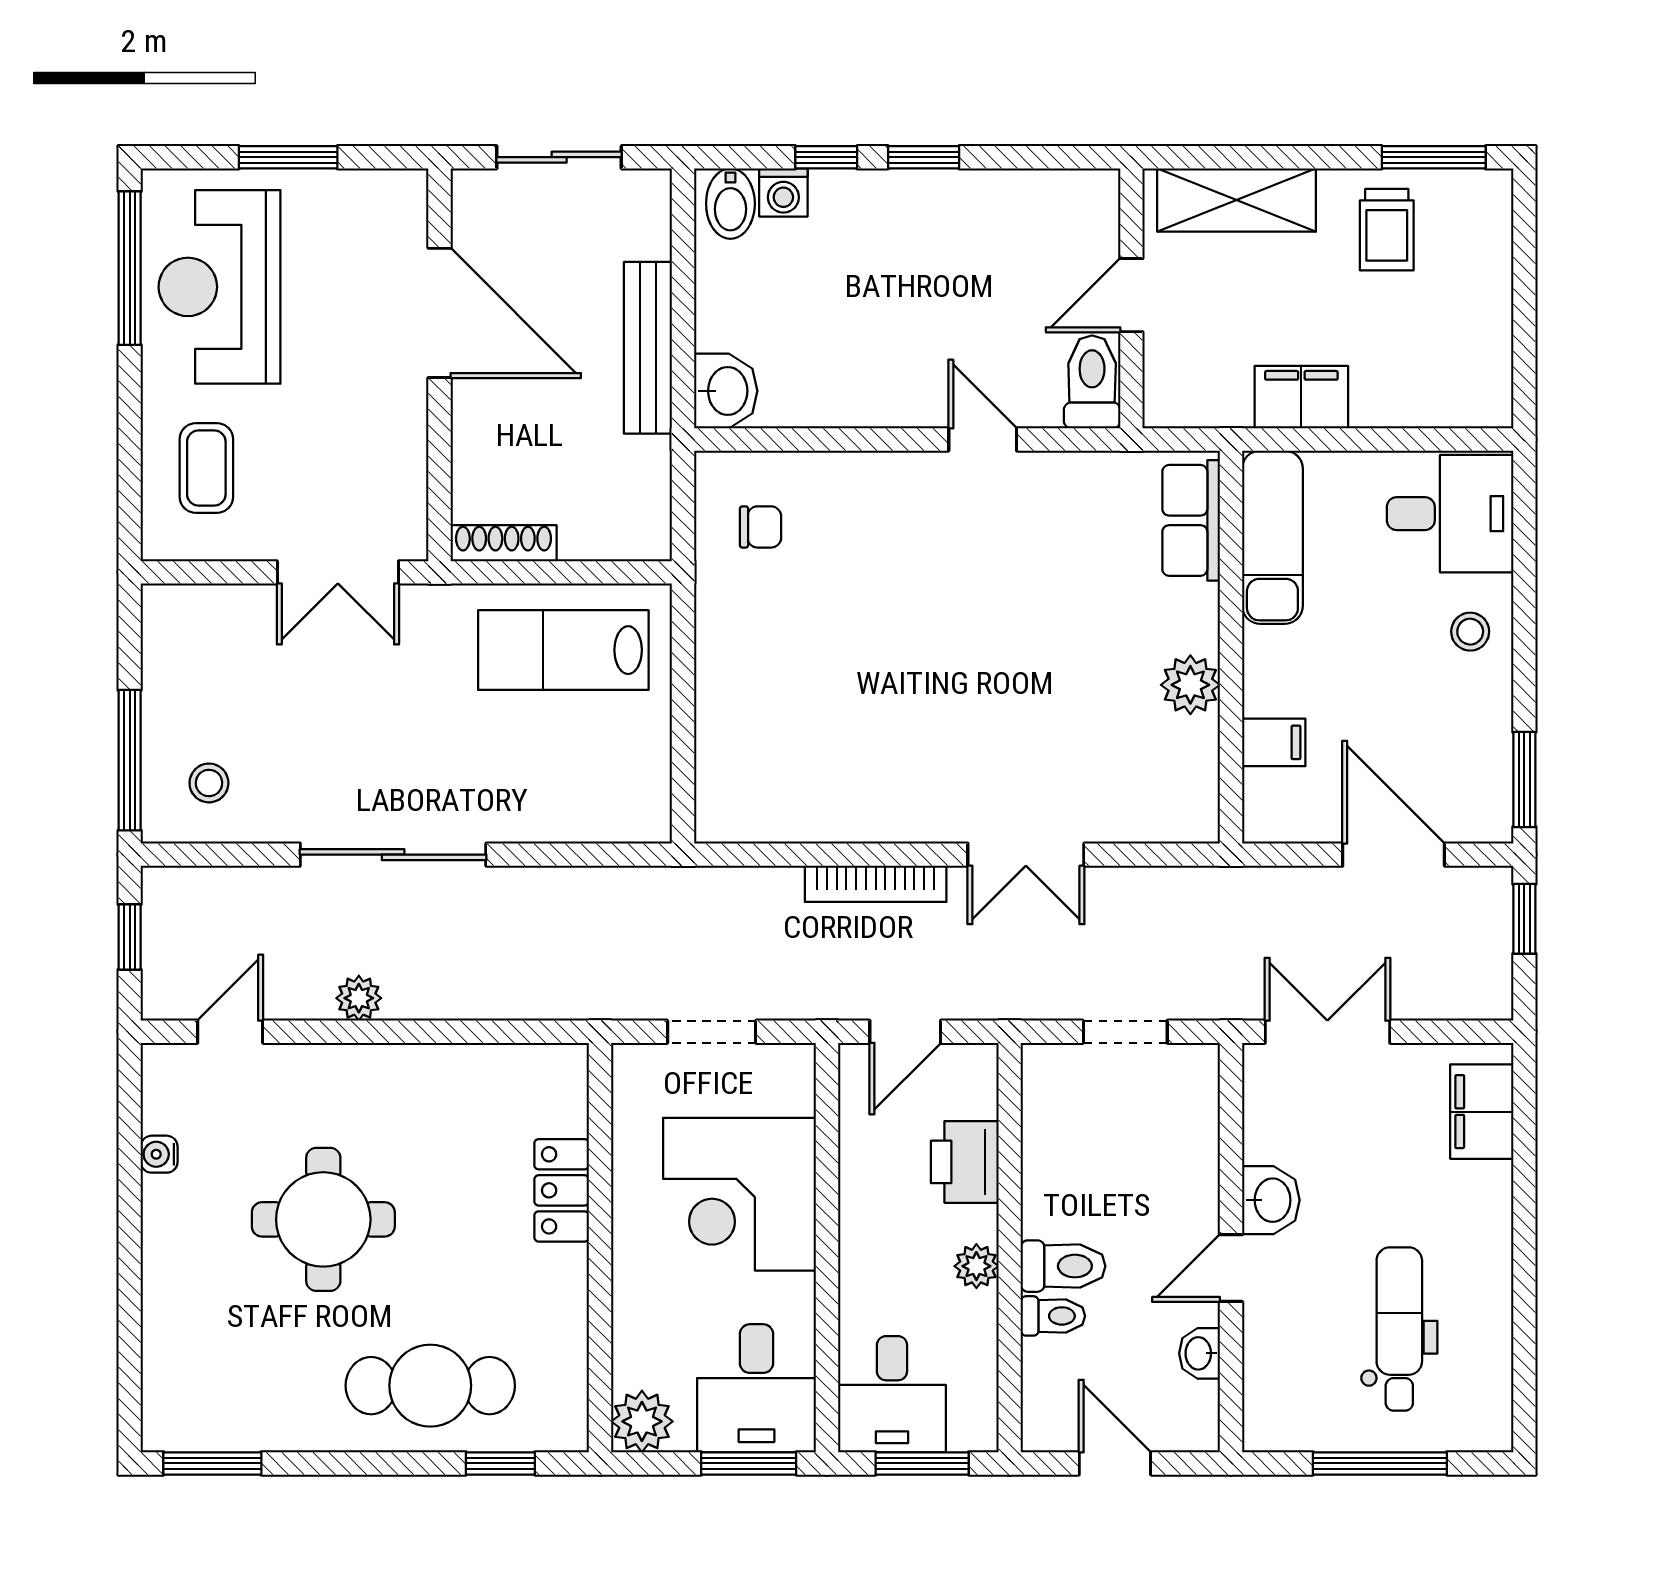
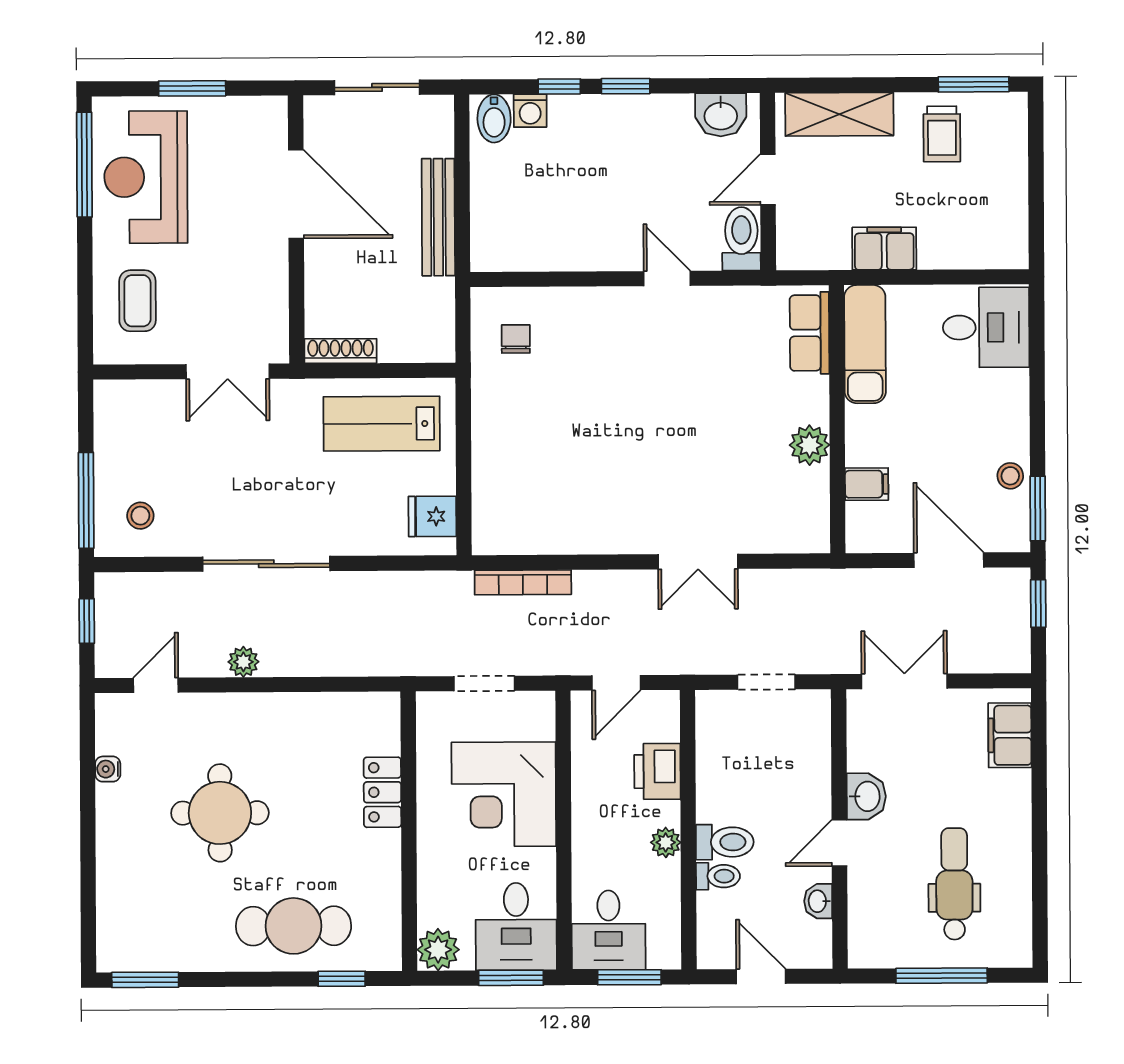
washbasin: (726, 391) -> (721, 115), moved, turned 90
chair: (761, 527) -> (516, 339), turned -90
stool: (1470, 632) -> (1010, 476), moved
fridge: (637, 786) -> (432, 516), added
bookcase: (876, 884) -> (523, 582), moved

